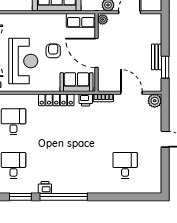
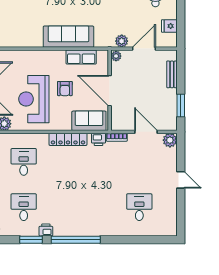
row of seats: (81, 20) -> (81, 57), moved
armchair: (53, 51) -> (65, 89), turned 180
bench: (157, 57) -> (172, 74), moved
reception desk: (23, 61) -> (34, 99), turned 180
printer: (45, 187) -> (46, 230), moved

